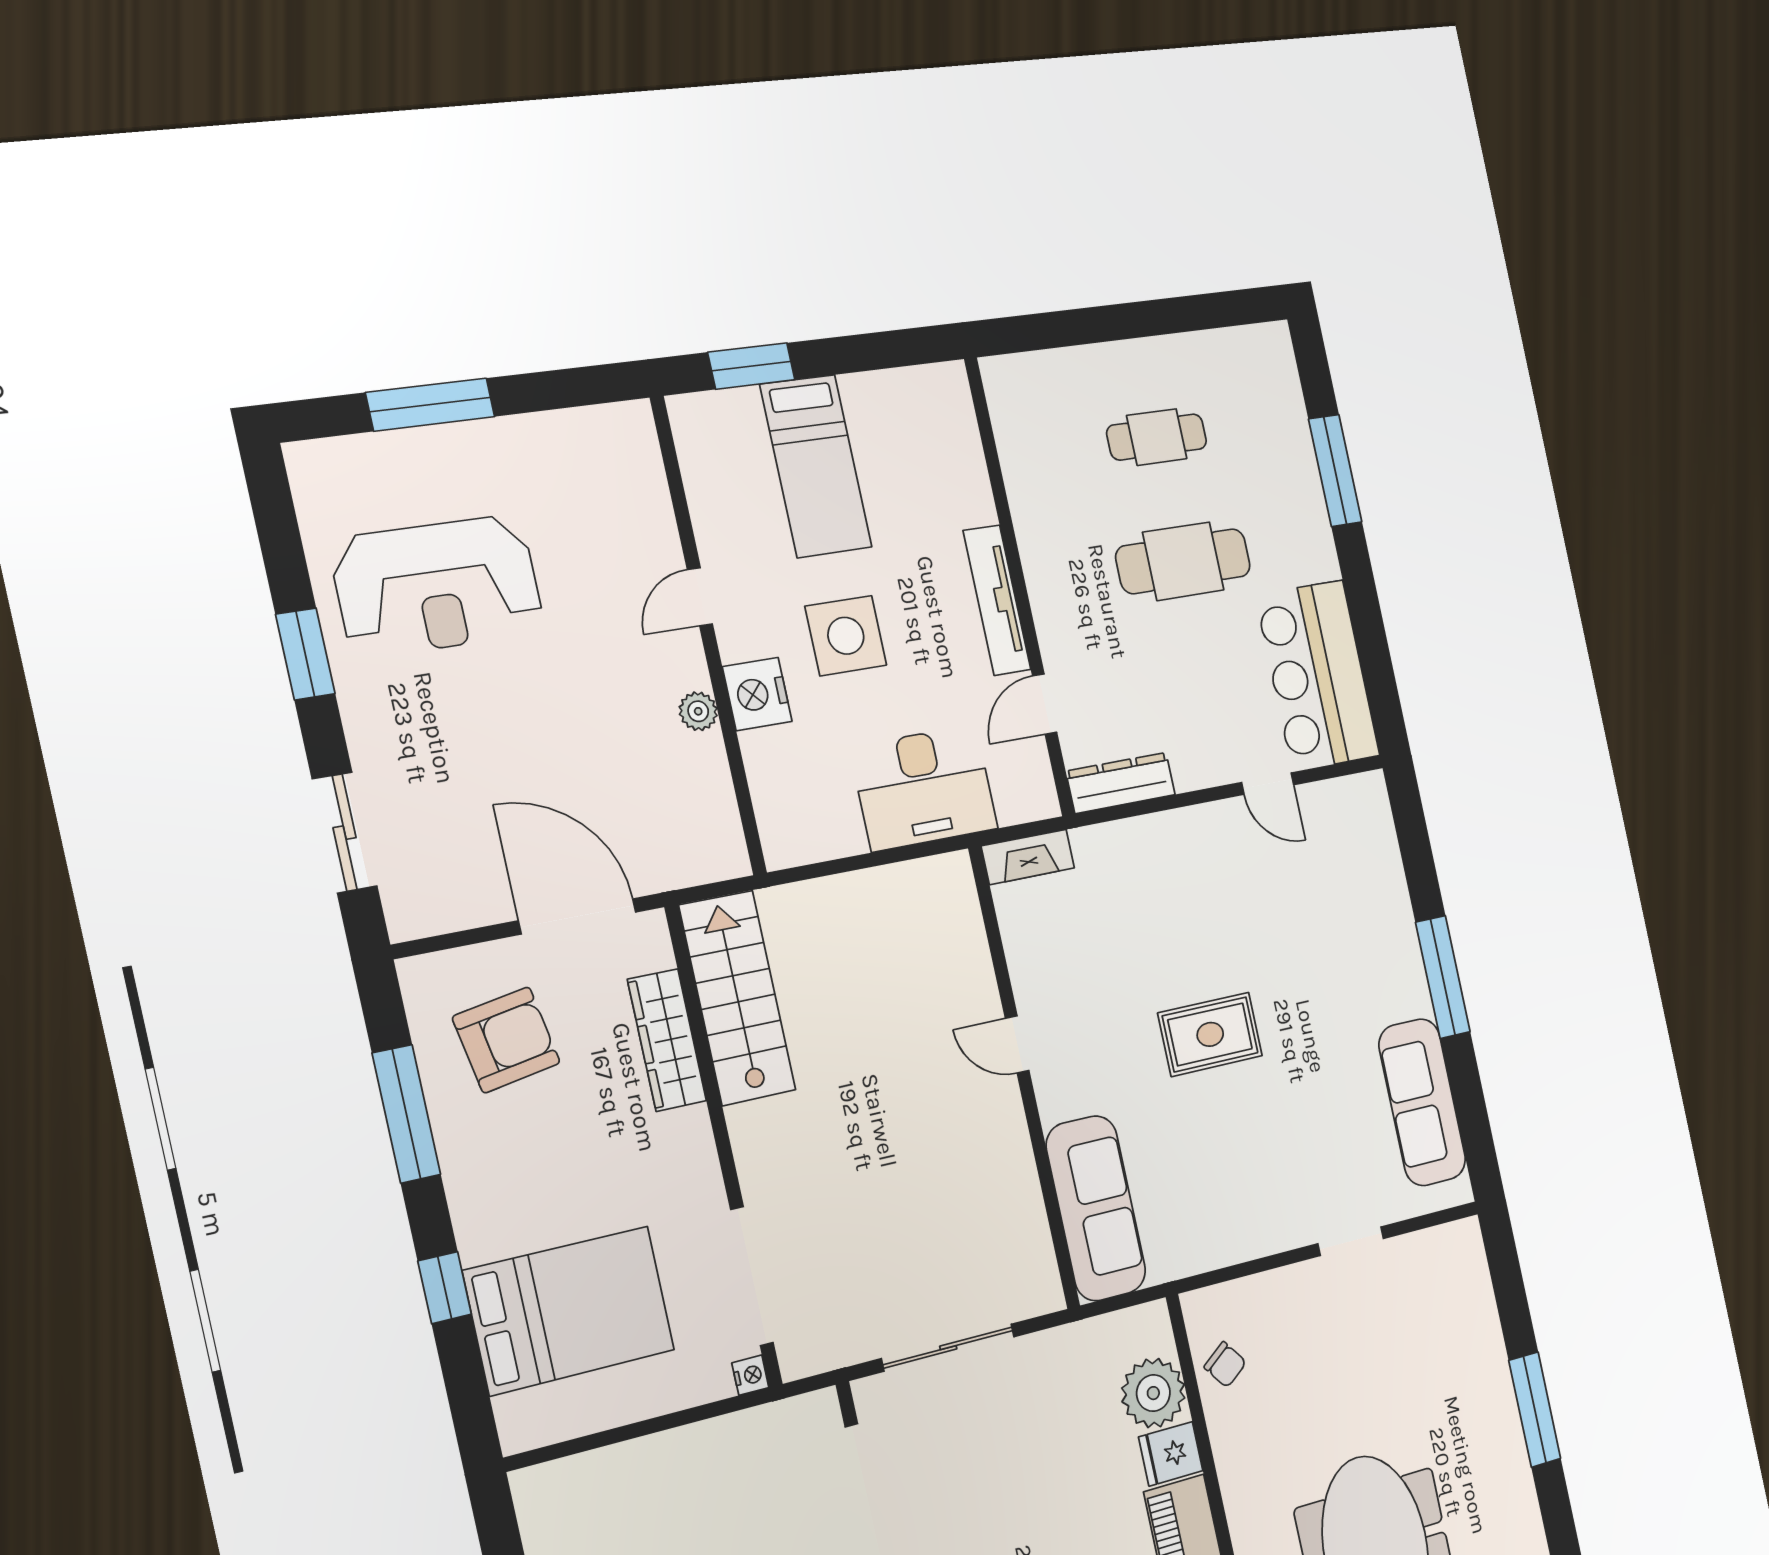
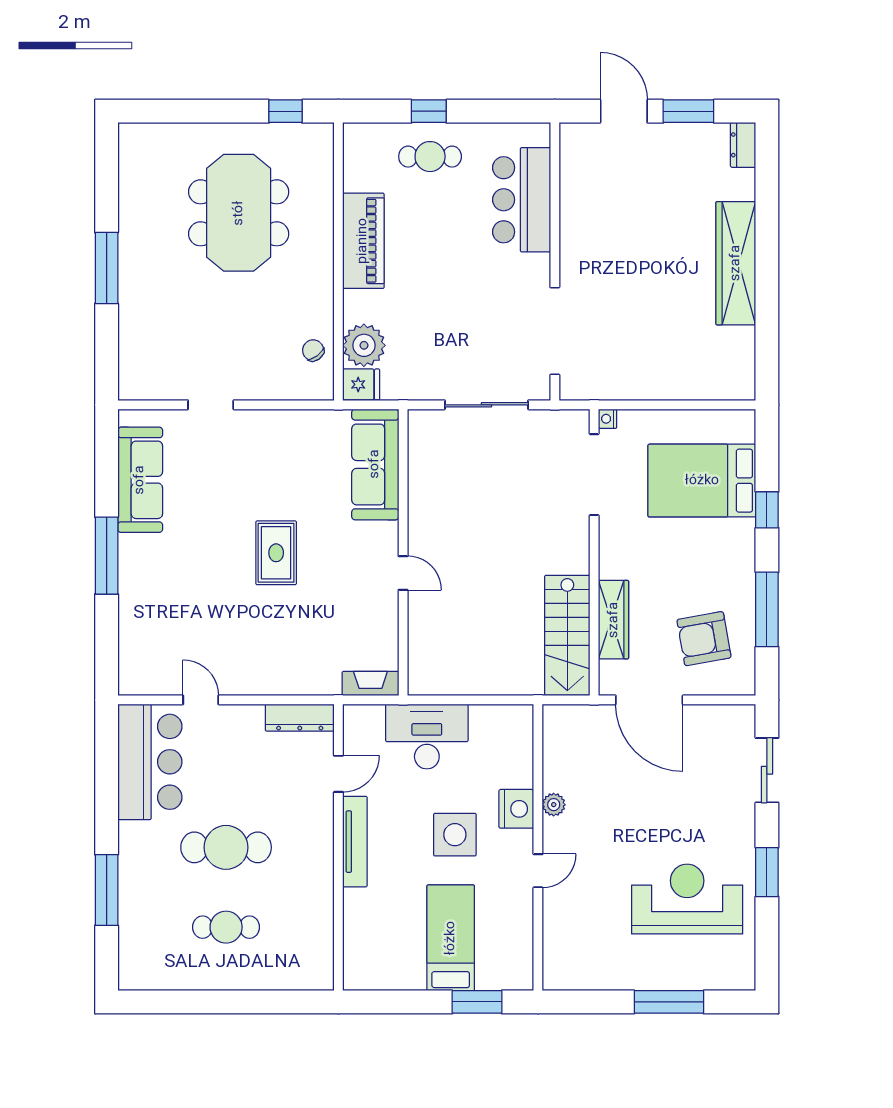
rug: (1210, 1034) -> (276, 553), turned 90
fridge: (1171, 1454) -> (361, 384), moved

